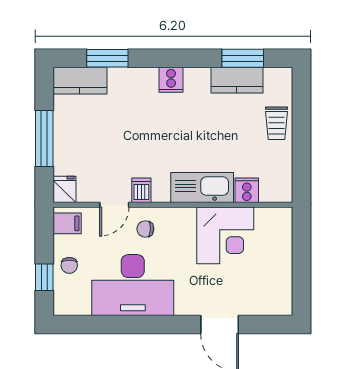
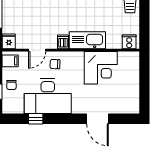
dishwasher: (141, 190) -> (63, 42), moved
cooker: (247, 190) -> (129, 42), moved
window: (112, 325) -> (36, 119), added

